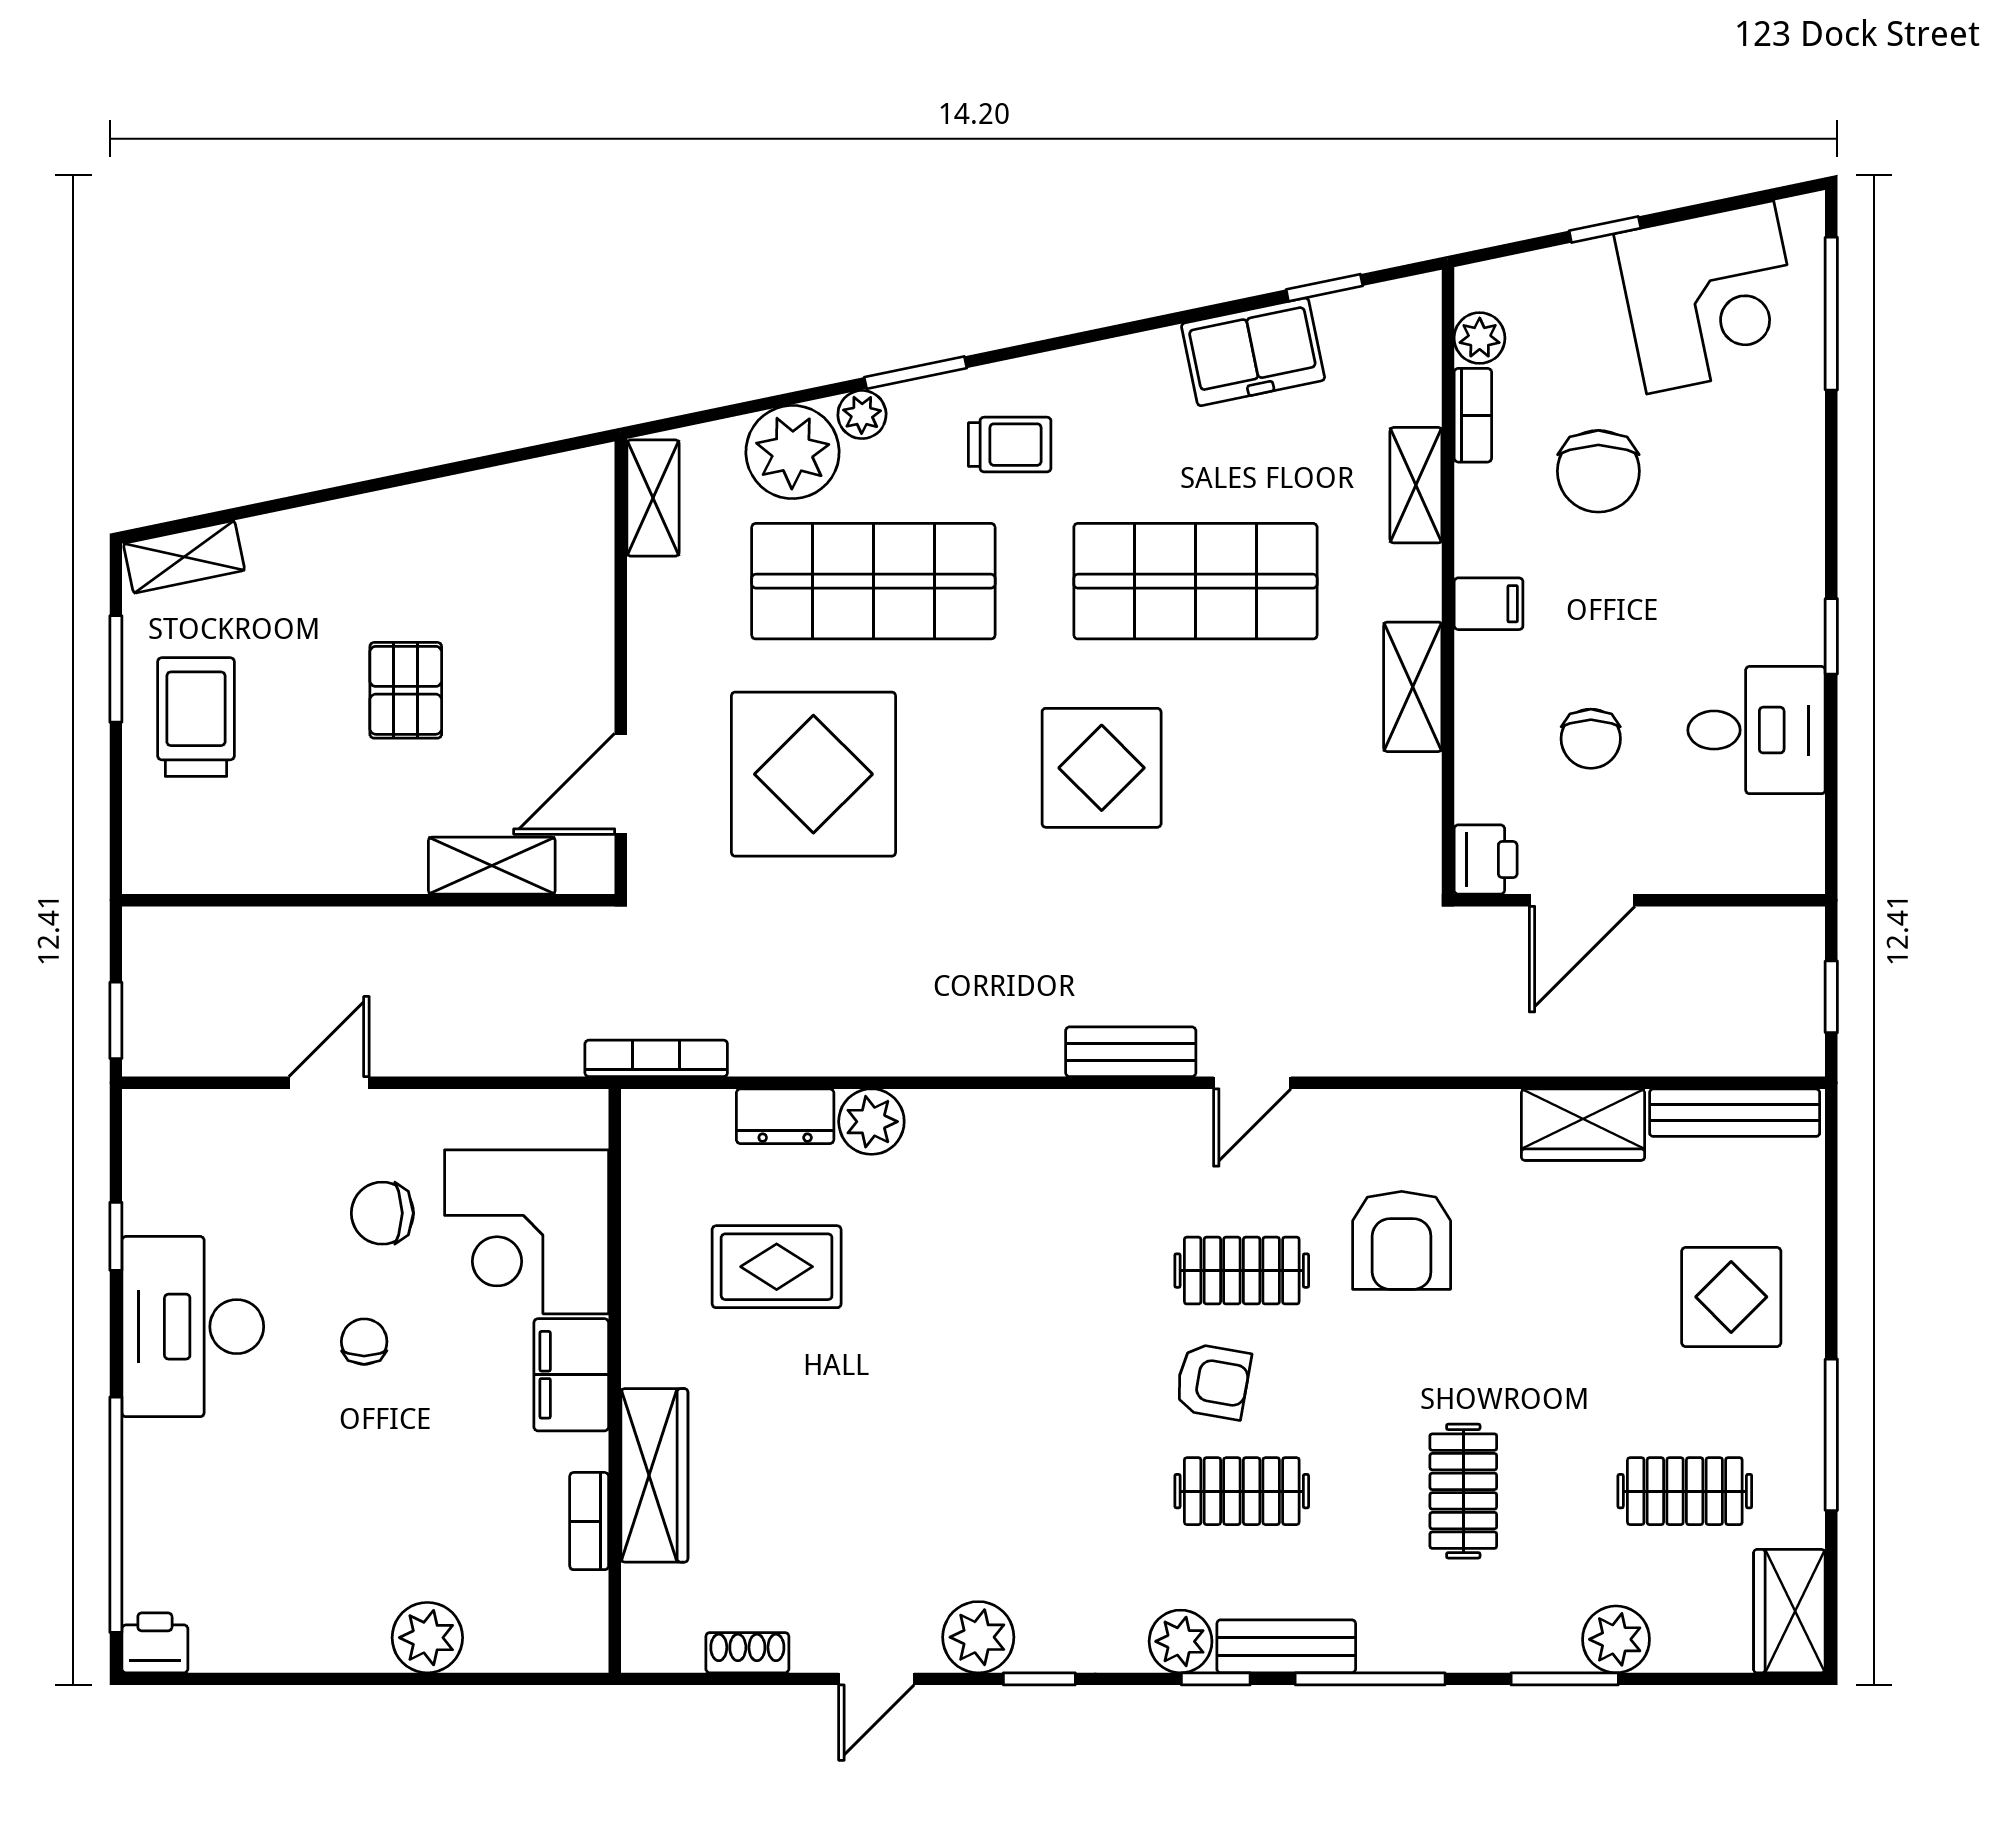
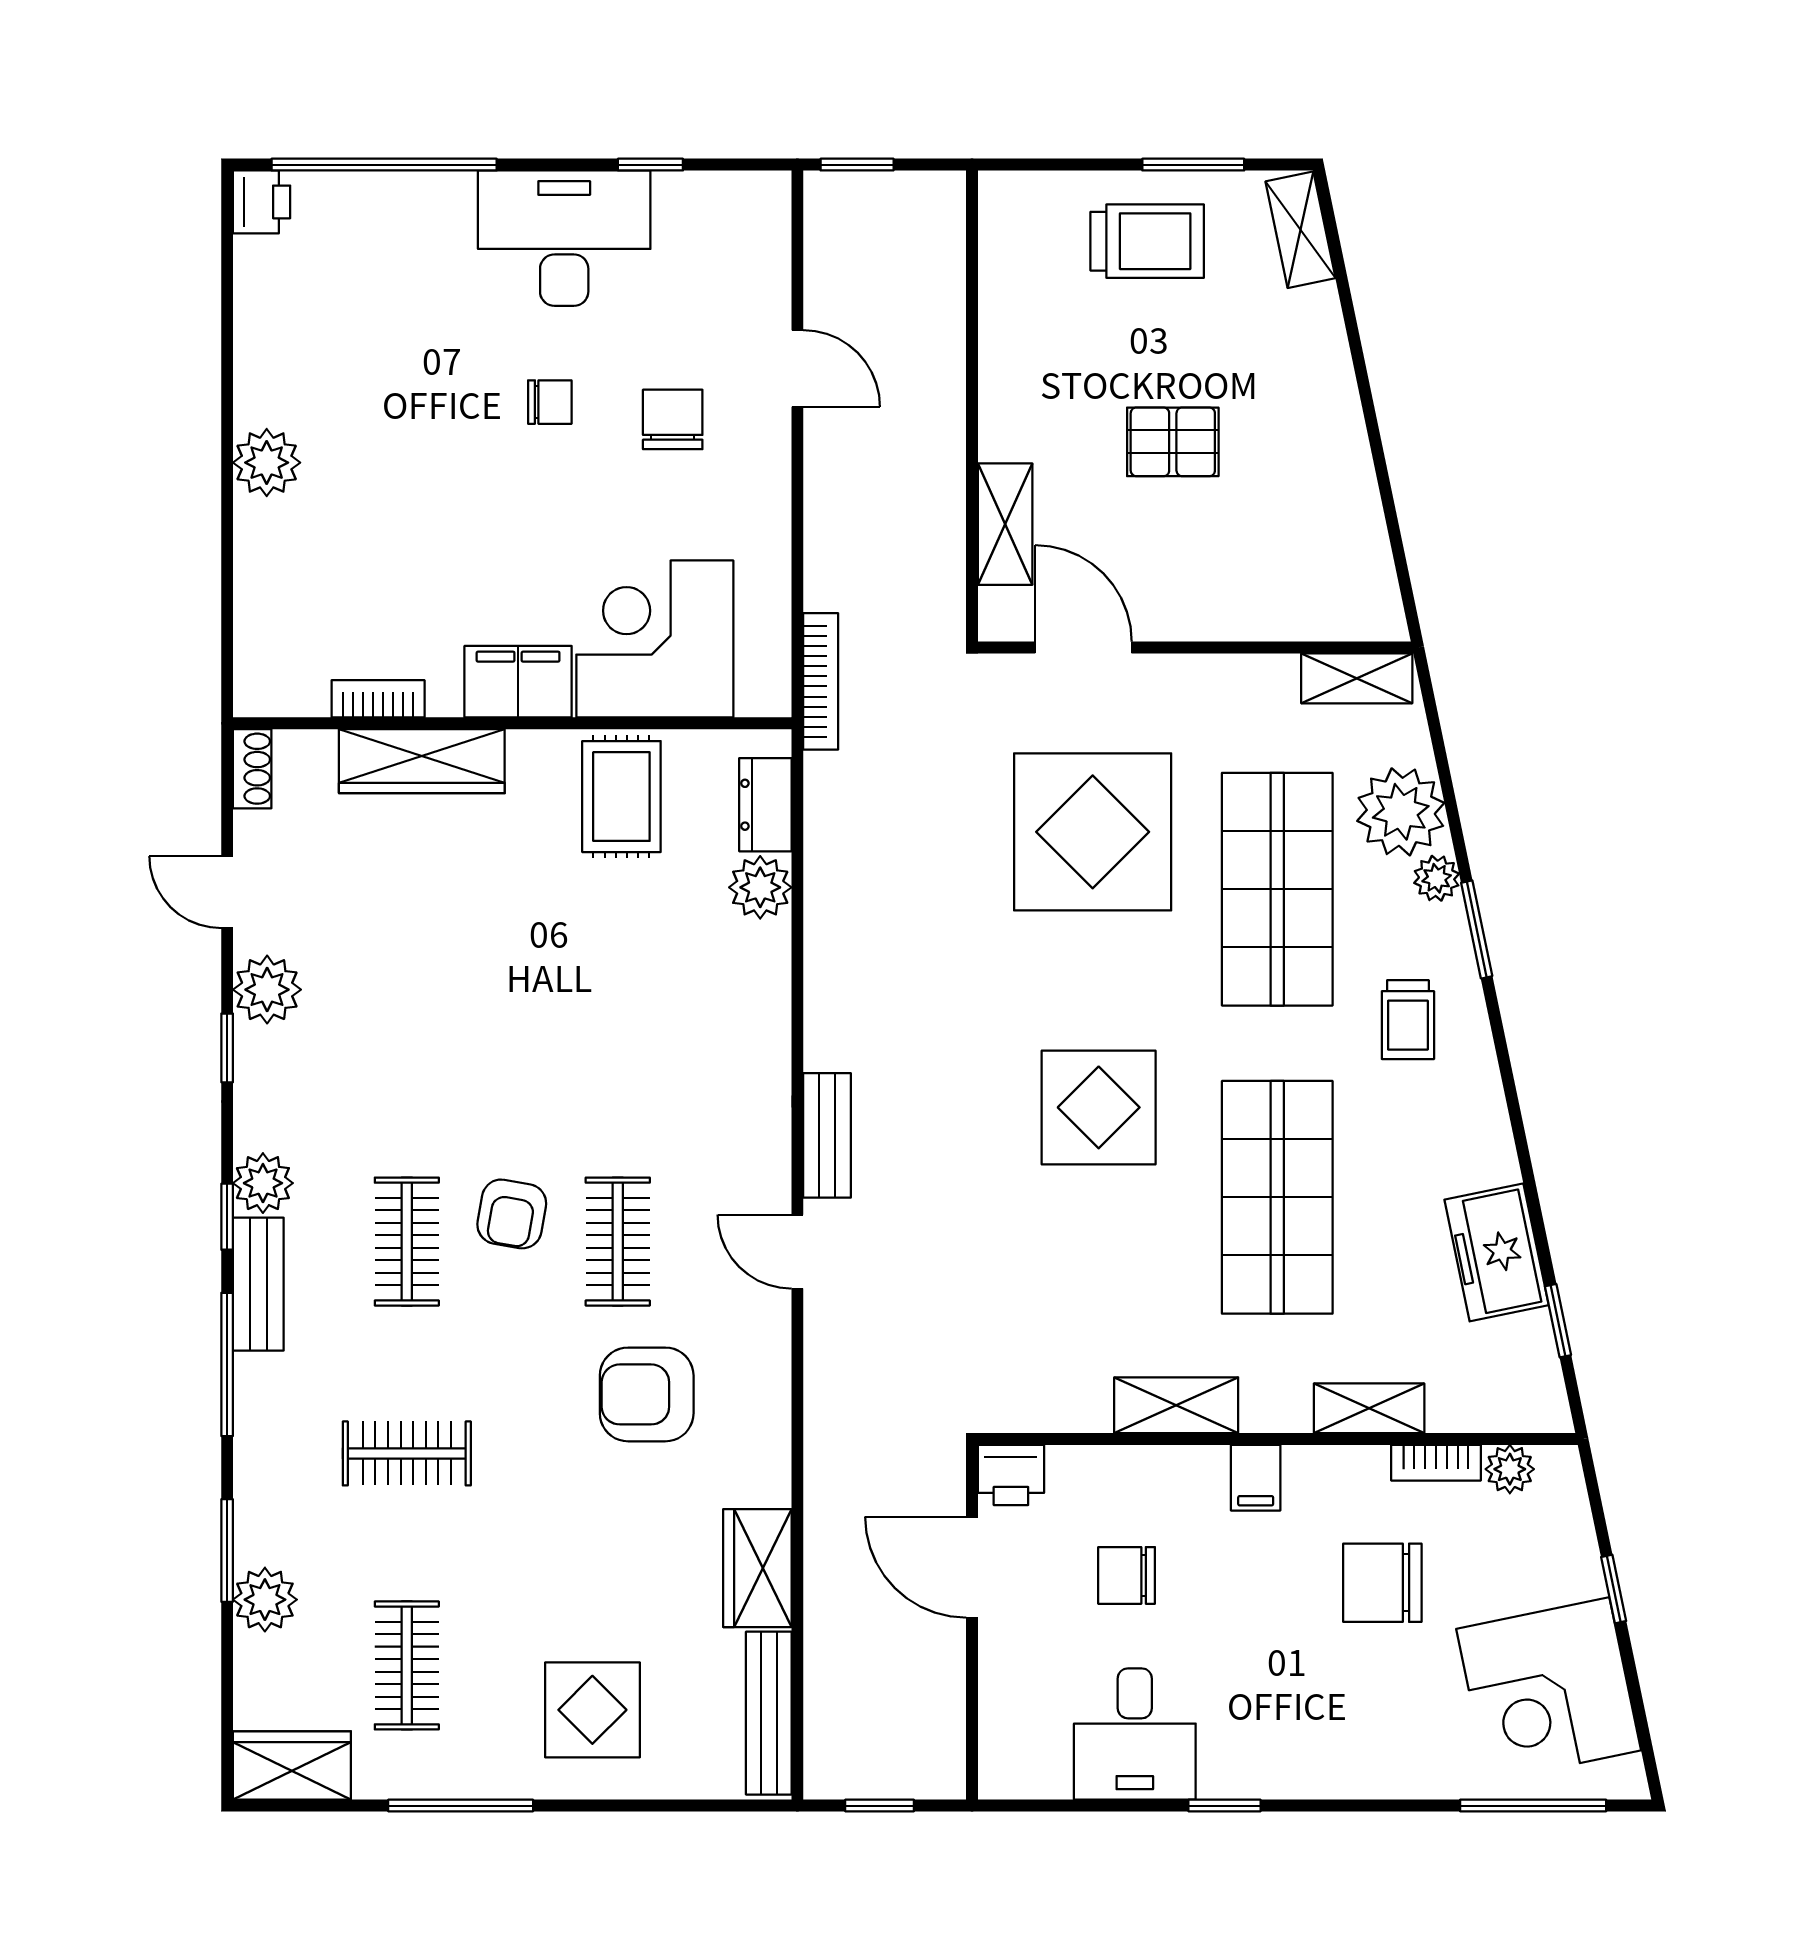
corner desk: (527, 1232) -> (655, 639), moved
filing cabinet: (571, 1375) -> (518, 682), moved
wall: (615, 1381) -> (512, 723), moved
wardrobe: (654, 1475) -> (422, 761), moved
bookcase: (589, 1521) -> (378, 699), moved

